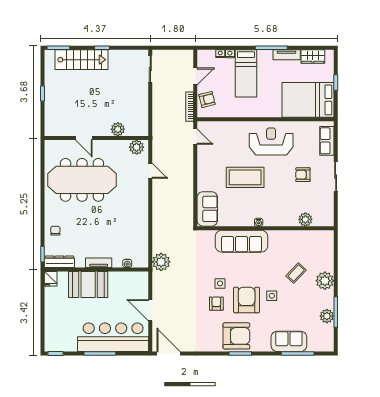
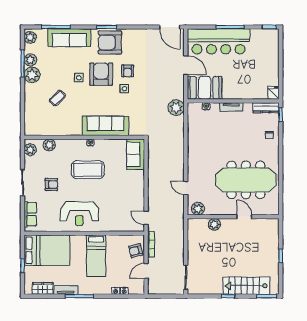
bed: (246, 73) -> (96, 256), moved, turned 180
coffee table: (245, 177) -> (88, 170), moved
plant: (327, 214) -> (30, 150), added
plant: (325, 281) -> (32, 75), moved
booth: (88, 285) -> (205, 88), moved
armchair: (247, 300) -> (101, 74), turned 180
sofa: (289, 341) -> (69, 38), width x1.36
plant: (327, 342) -> (30, 37), added

